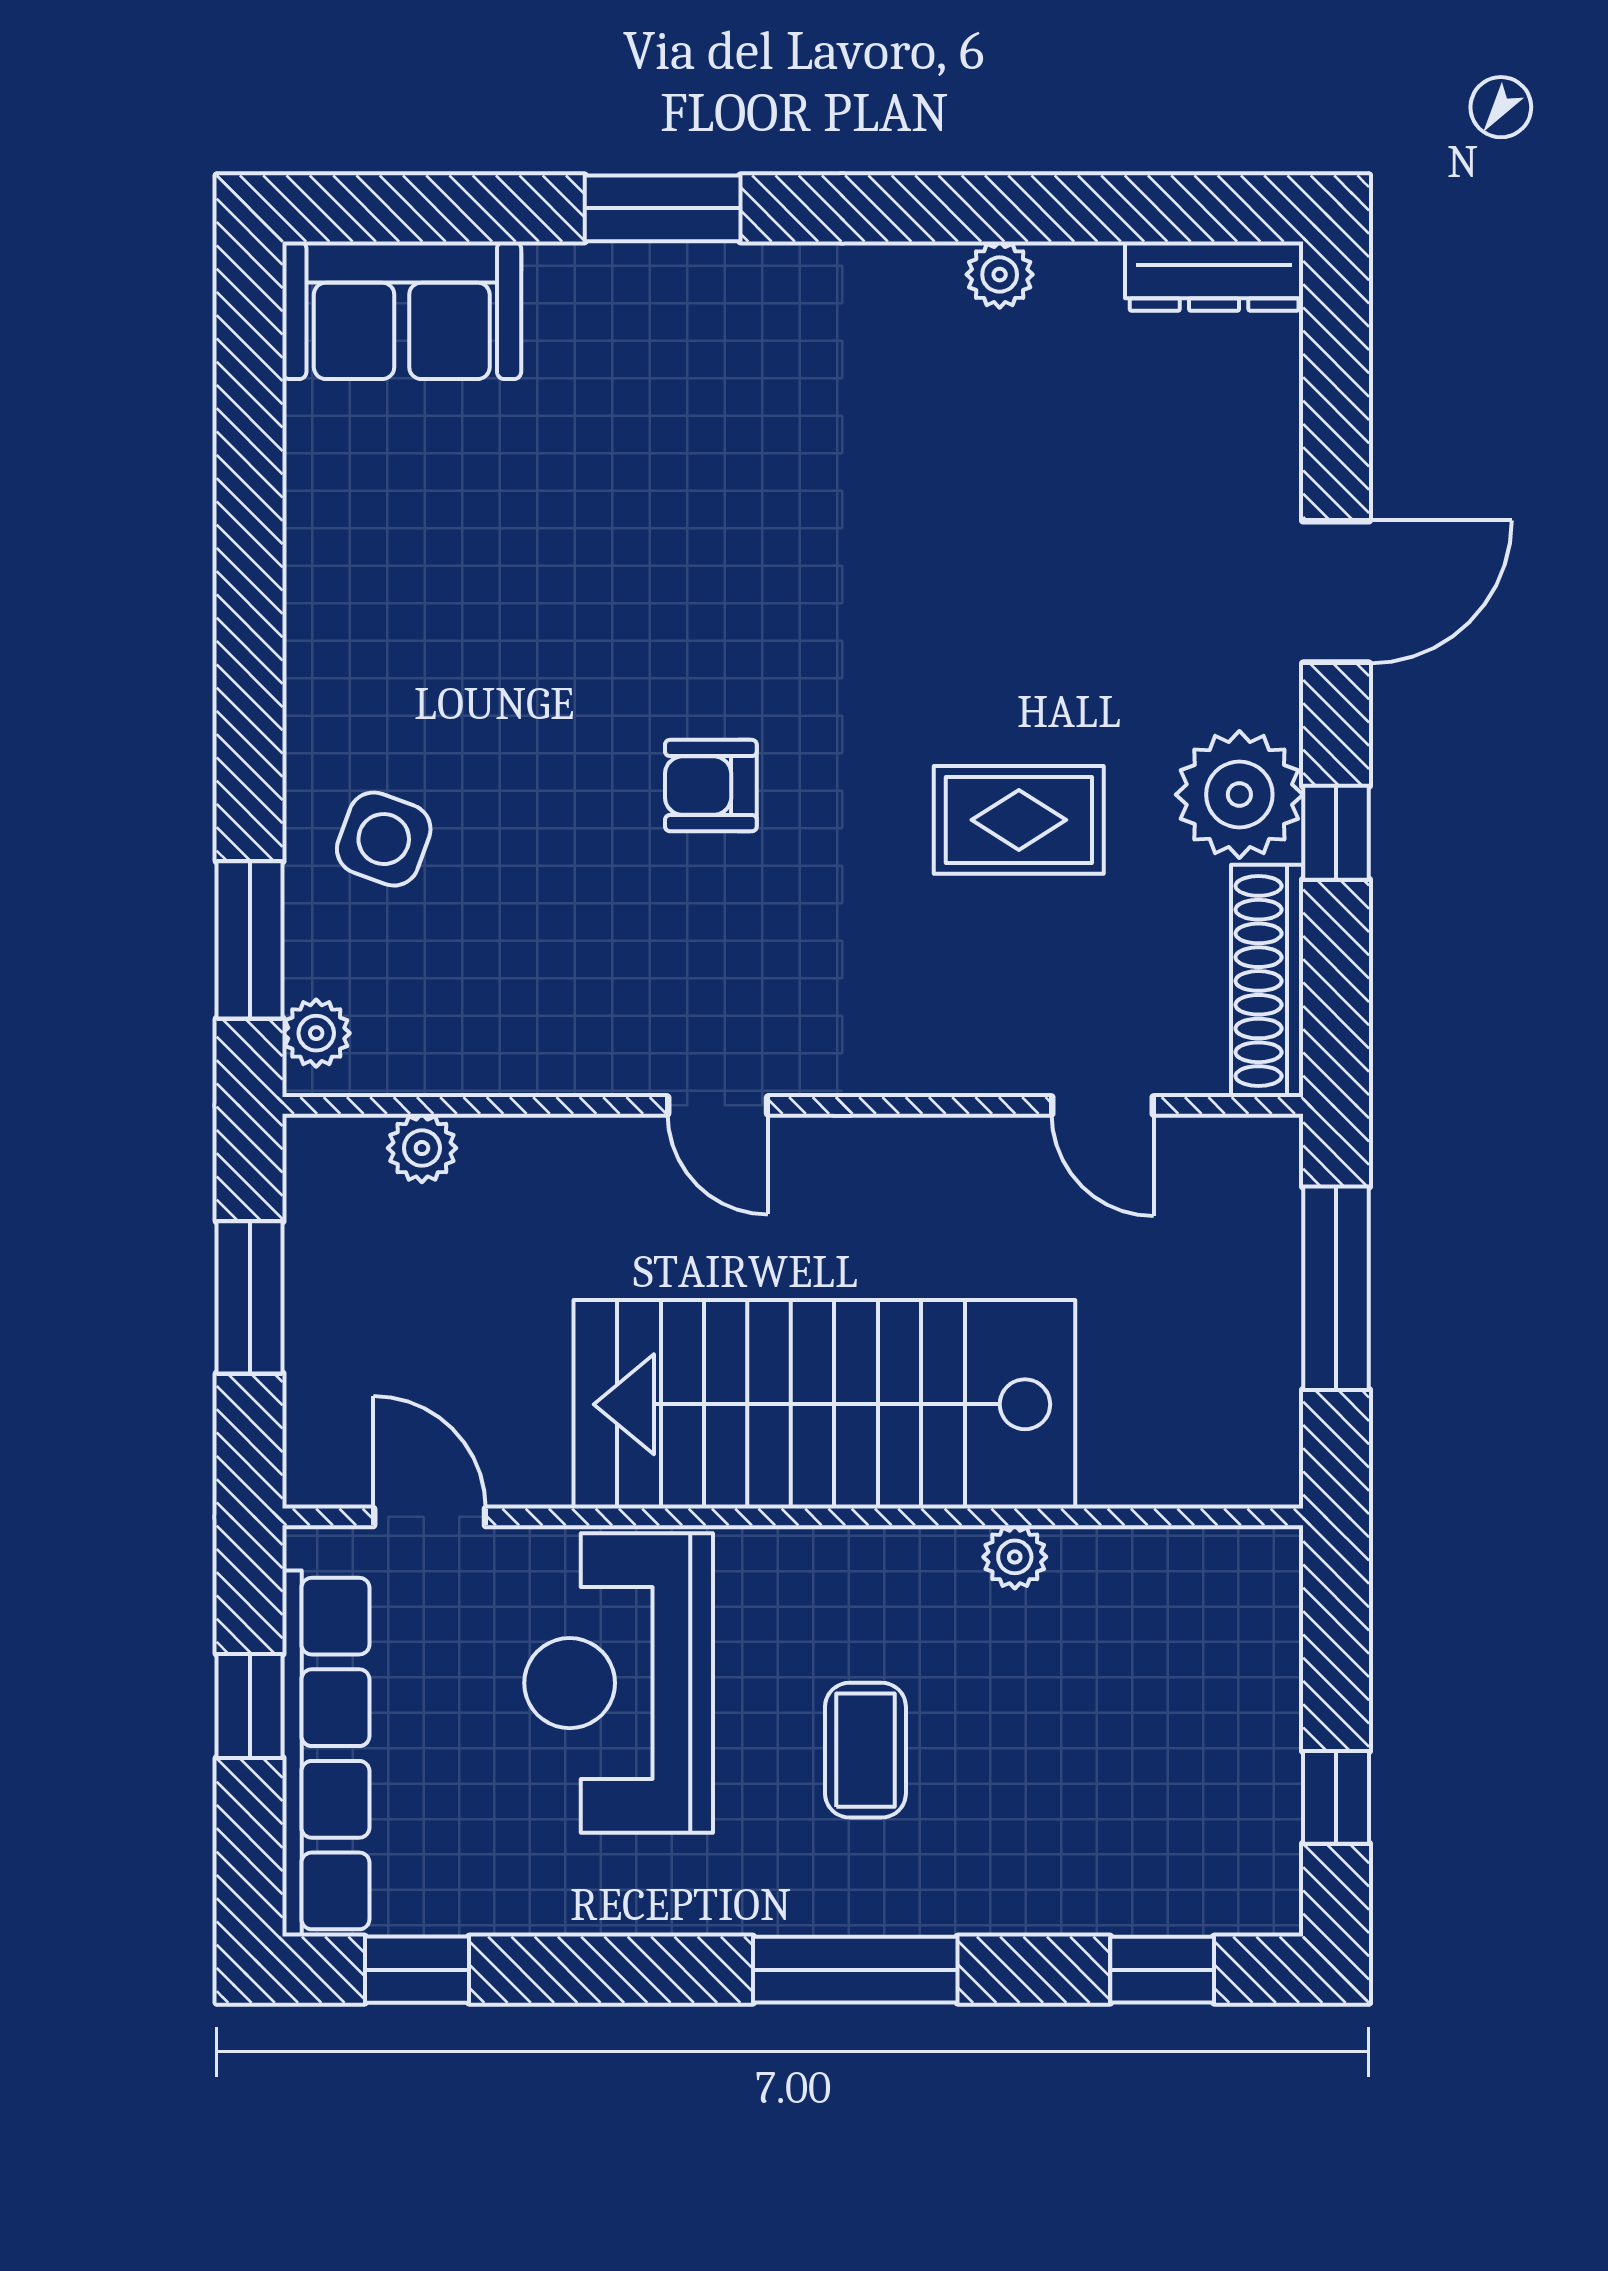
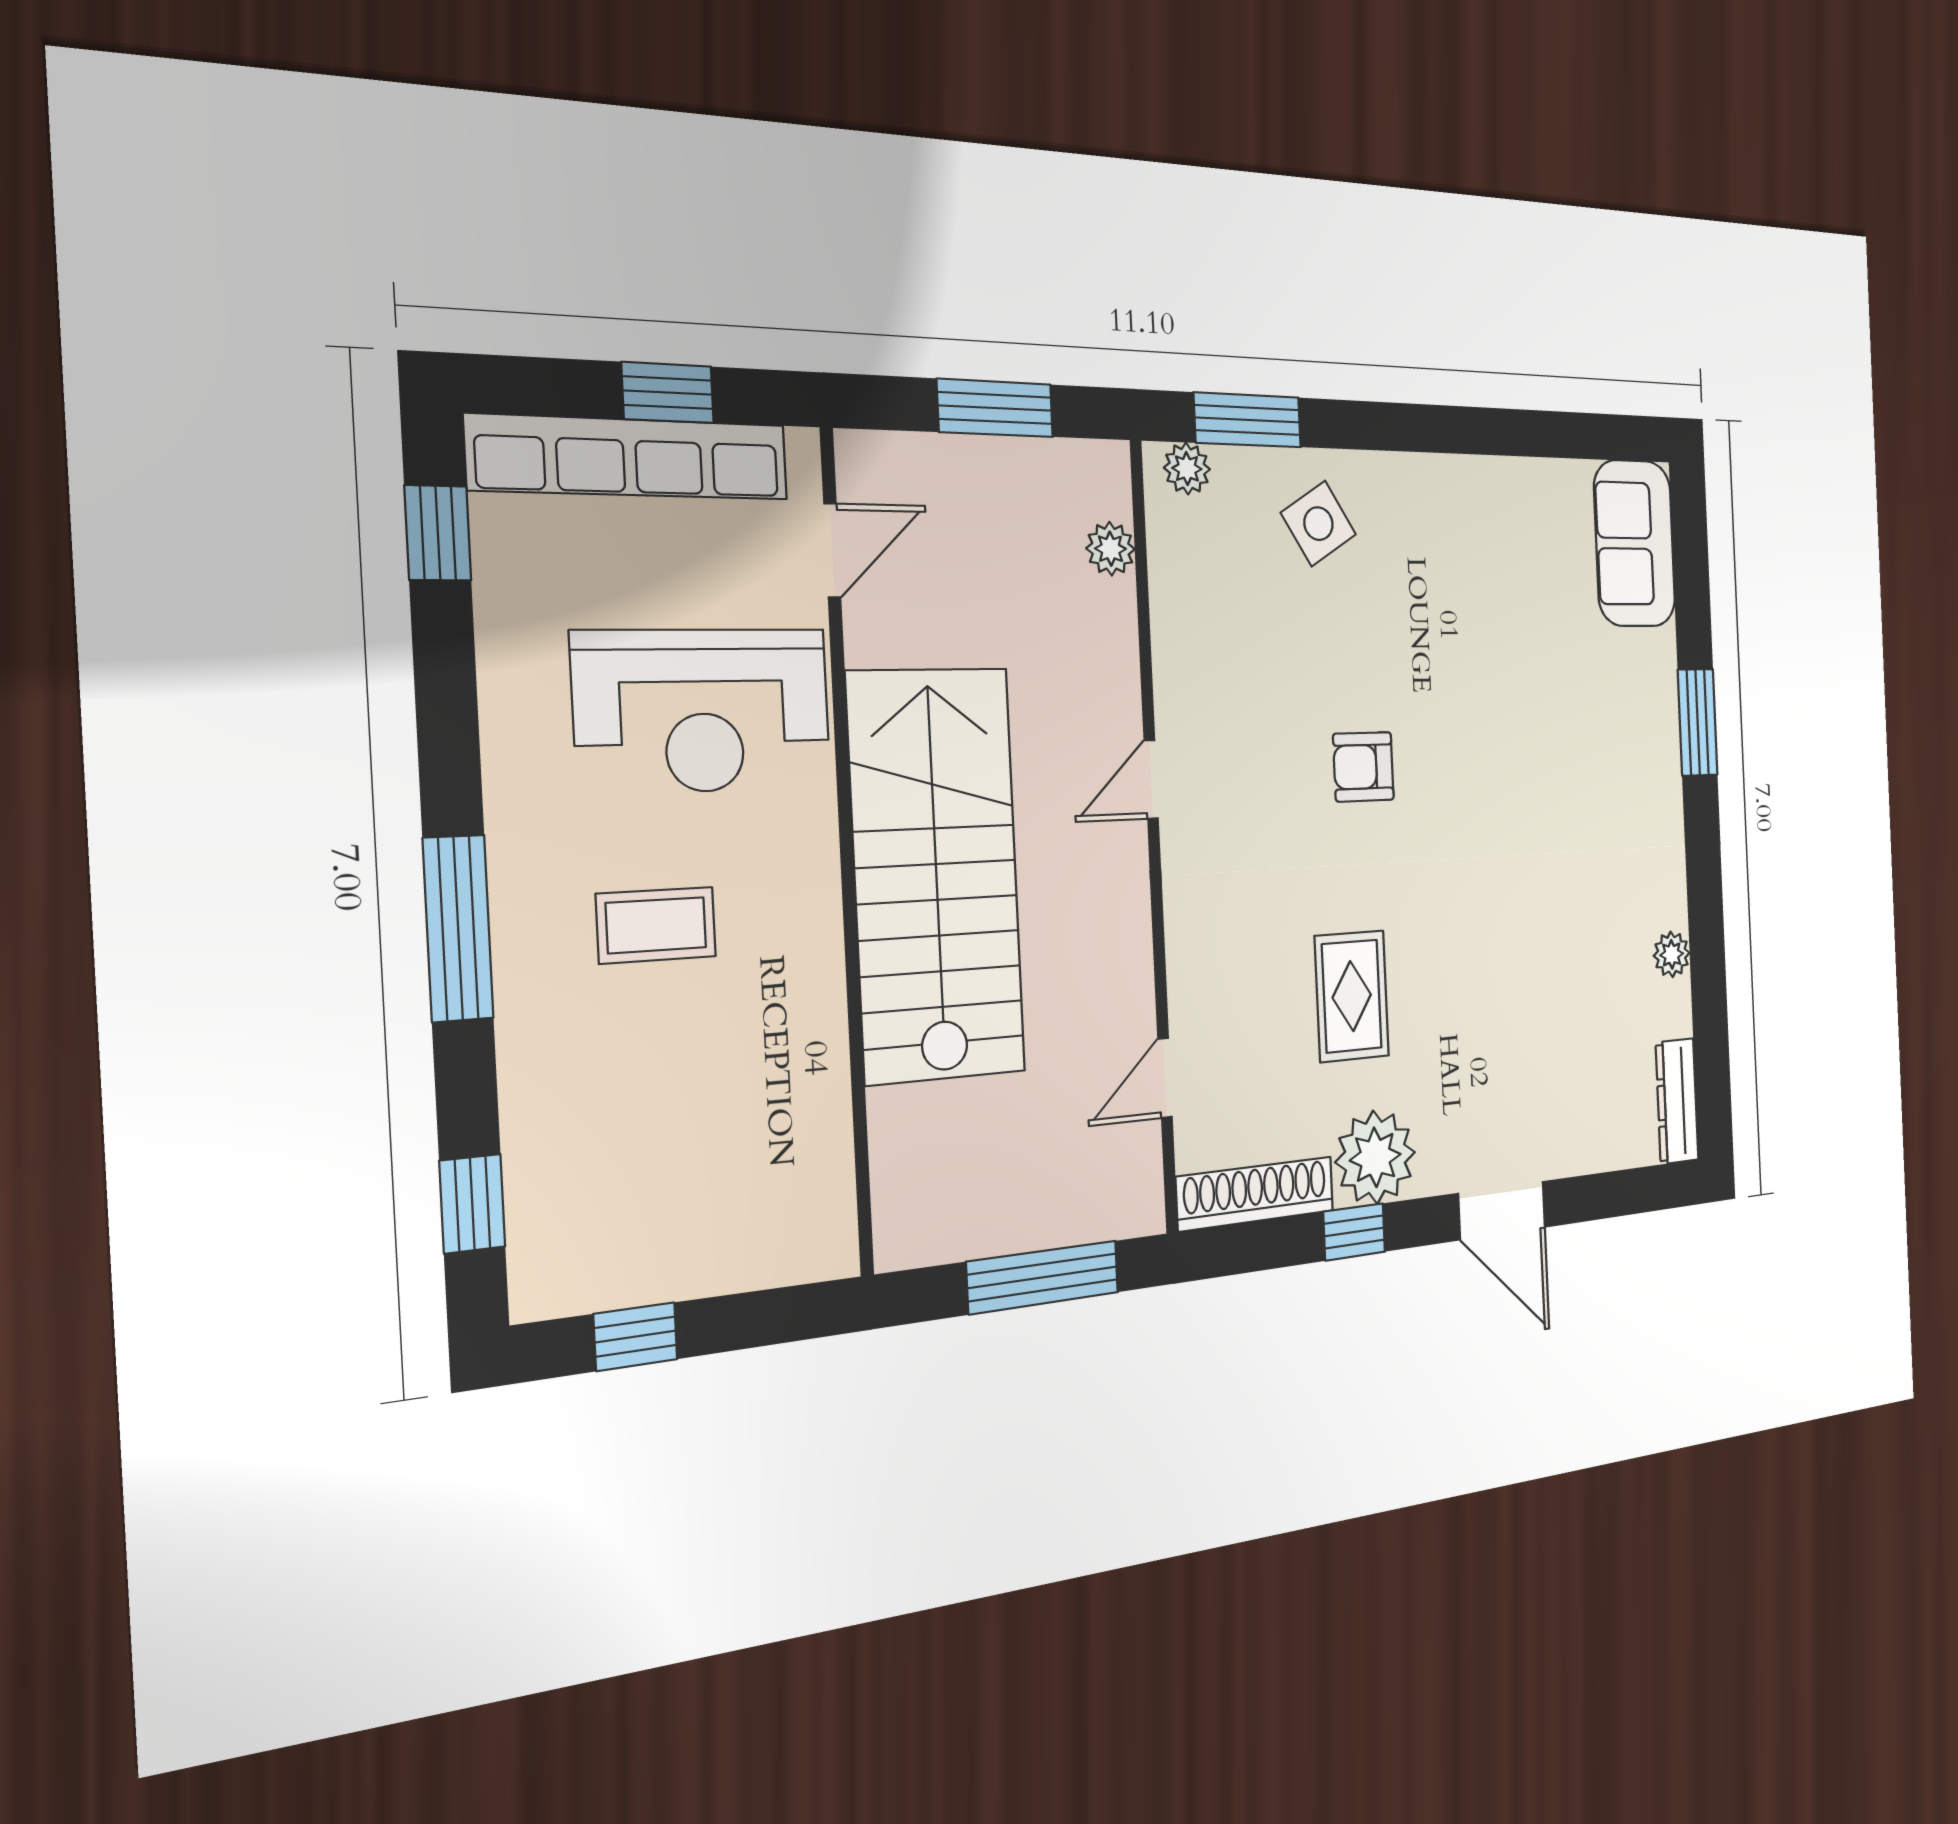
armchair: (711, 786) -> (1363, 767), turned -90
side table: (384, 839) -> (1318, 524), turned 38
plant: (1015, 1557) -> (824, 1040), removed
reception desk: (619, 1683) -> (703, 711), turned 180

